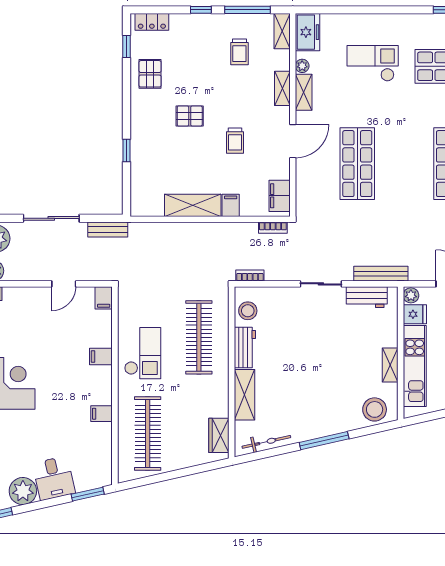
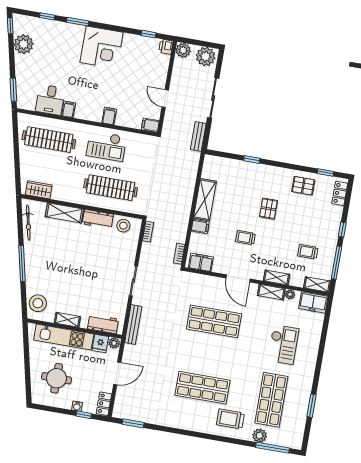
workbench: (367, 297) -> (103, 324), moved, turned 90
desk: (54, 478) -> (50, 100), moved, turned -77

